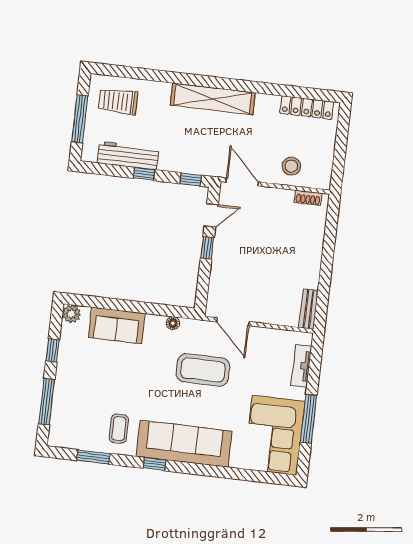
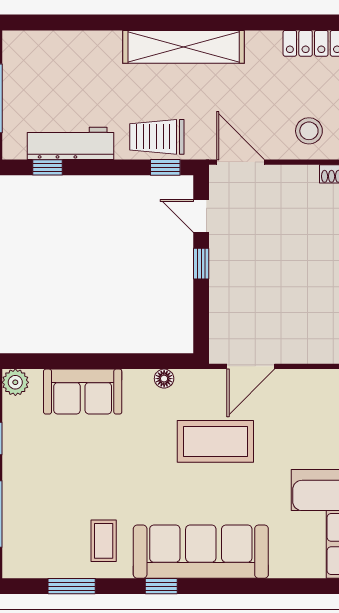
trolley: (118, 101) -> (157, 137), moved
window: (144, 174) -> (47, 167), moved
door: (211, 215) -> (201, 216), swing flipped
door: (233, 322) -> (251, 366), hinge flipped

